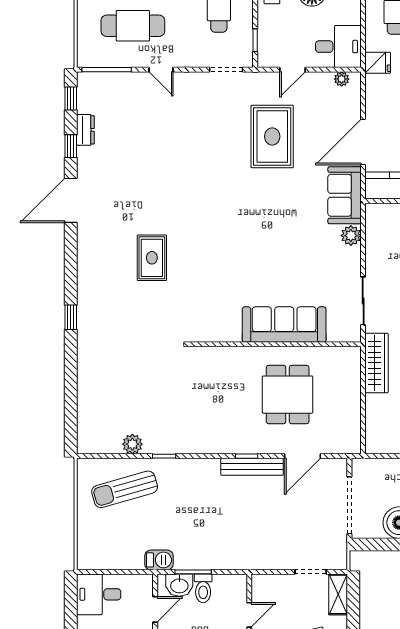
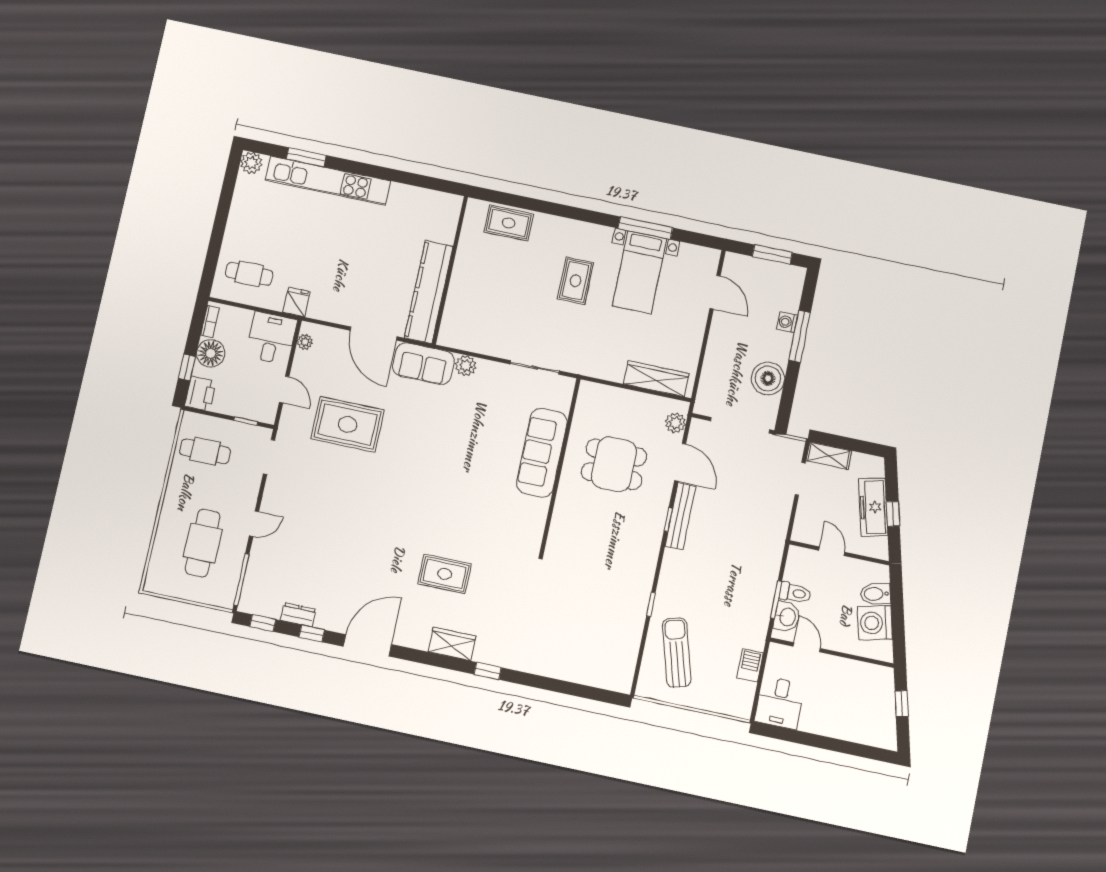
door: (71, 200) -> (367, 645), swing flipped
wardrobe: (89, 279) -> (452, 644), added
wardrobe: (377, 363) -> (656, 379), moved
plant: (132, 444) -> (675, 423), moved
sun lounger: (125, 489) -> (677, 653), turned 180
barbecue: (159, 560) -> (750, 665), moved

